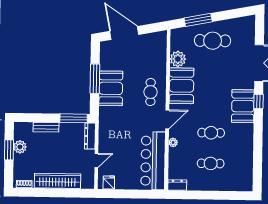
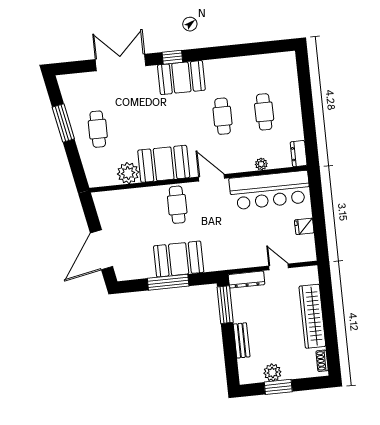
window: (198, 20) -> (63, 123), moved
cafe table: (213, 41) -> (98, 129), width x0.73, depth x0.74
cafe table: (151, 92) -> (177, 205), turned 90
plant: (173, 142) -> (261, 164), moved
fridge: (109, 182) -> (304, 226), moved

